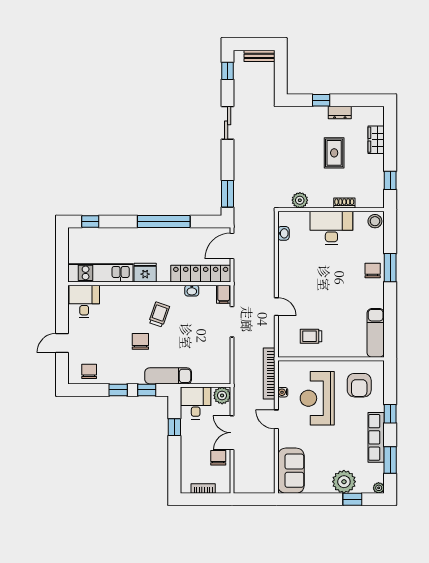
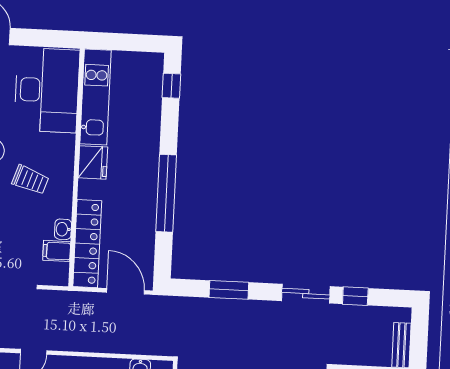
window: (228, 71) -> (355, 296), moved
window: (228, 194) -> (229, 290), moved
filing cabinet: (224, 294) -> (57, 251), moved
desk: (84, 301) -> (47, 90), width x1.87, depth x1.30

